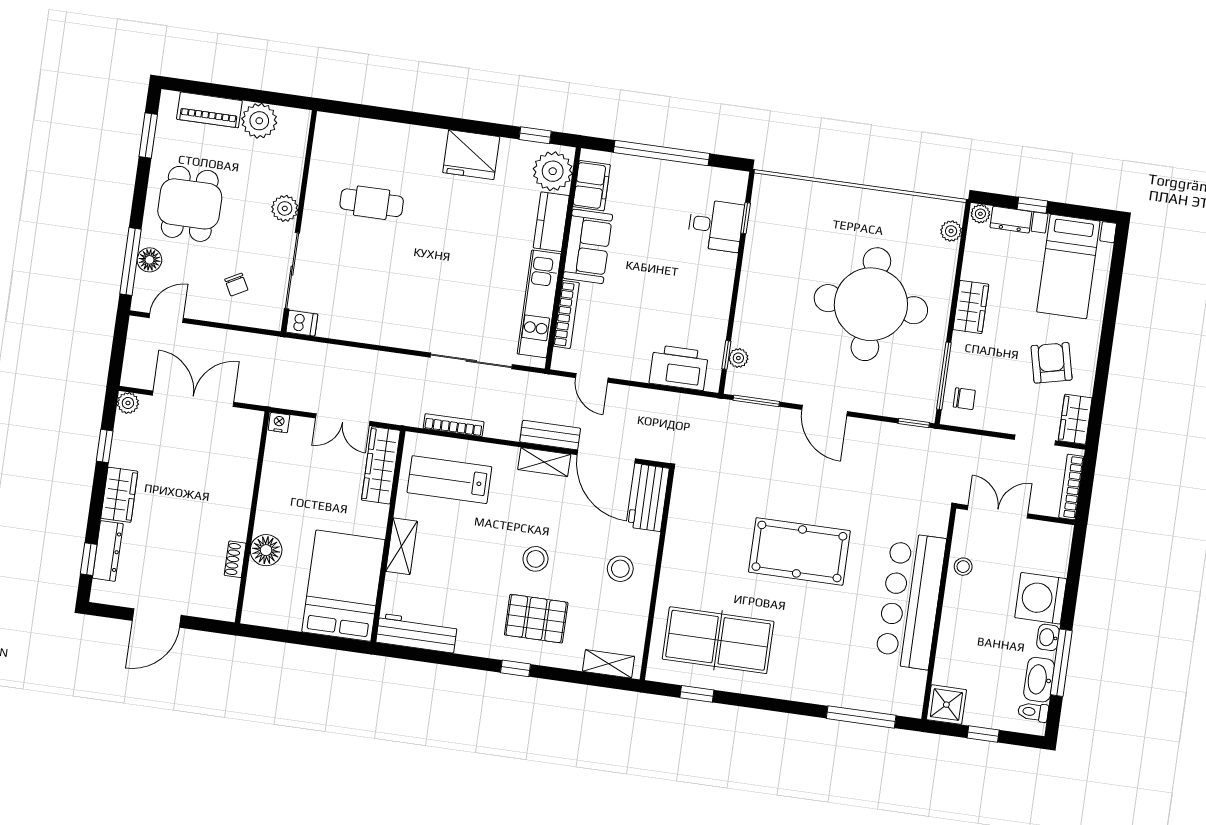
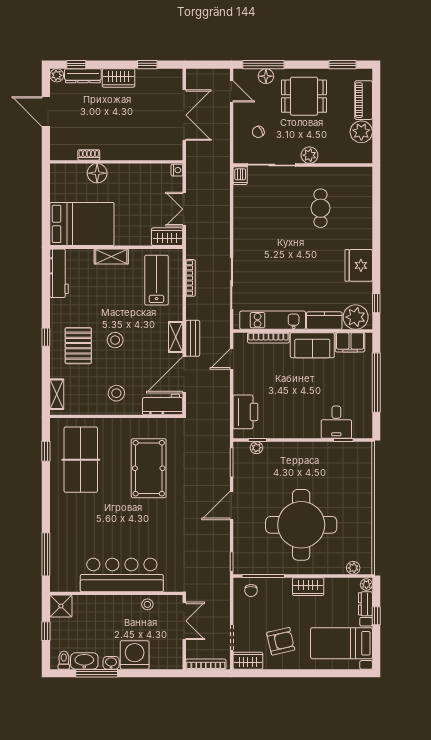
plant: (128, 403) -> (57, 75), moved
wardrobe: (381, 465) -> (167, 237), width x0.67
pool table: (799, 551) -> (149, 468), moved

